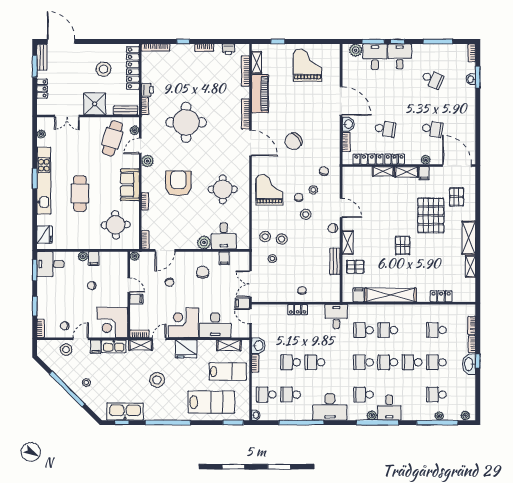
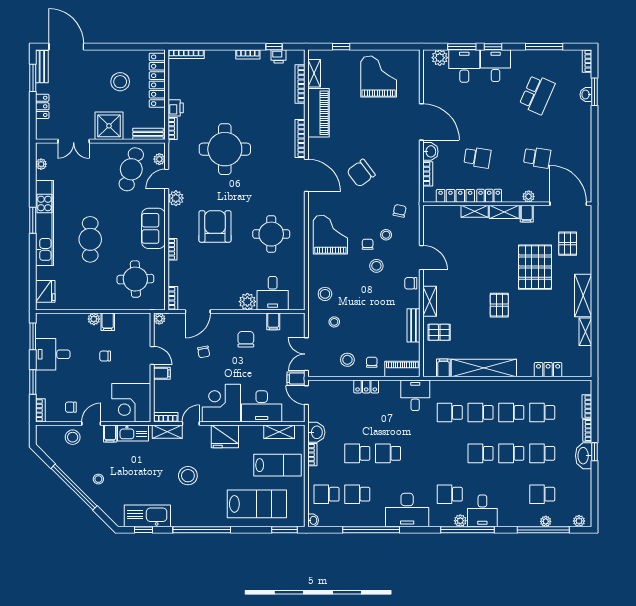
window: (183, 41) -> (274, 47), moved
school desk: (432, 79) -> (537, 94), width x1.85
stool: (282, 239) -> (347, 360), moved
desk: (50, 264) -> (53, 354), moved
piano: (326, 296) -> (402, 369), added
school desk: (363, 362) -> (511, 412), moved

